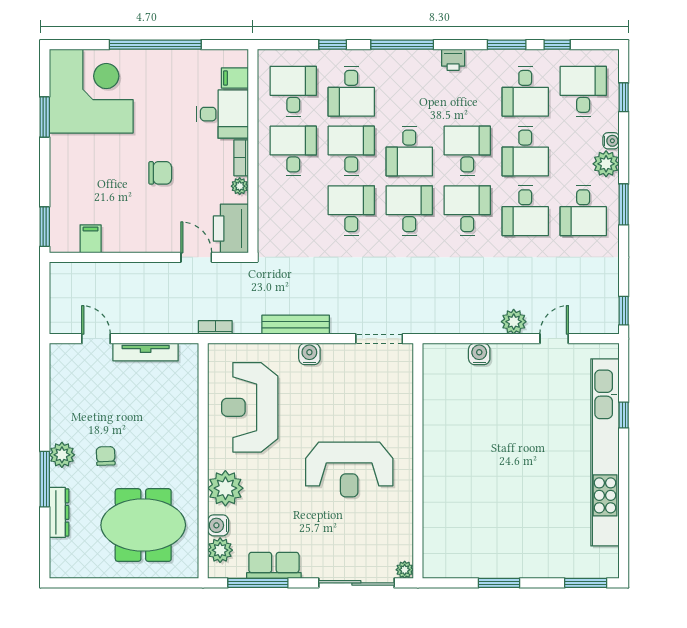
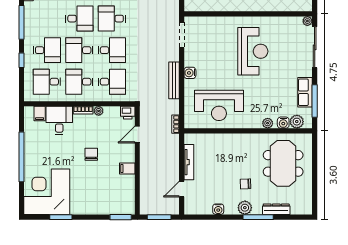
desk: (293, 211) -> (112, 82), added
desk: (351, 211) -> (112, 50), turned 180
printer: (231, 229) -> (128, 113), width x0.53, depth x0.68
filing cabinet: (91, 239) -> (127, 169), moved
window: (45, 297) -> (159, 217), added
water cooler: (59, 406) -> (218, 209), added
plant: (225, 488) -> (268, 123), width x0.53, depth x0.53

